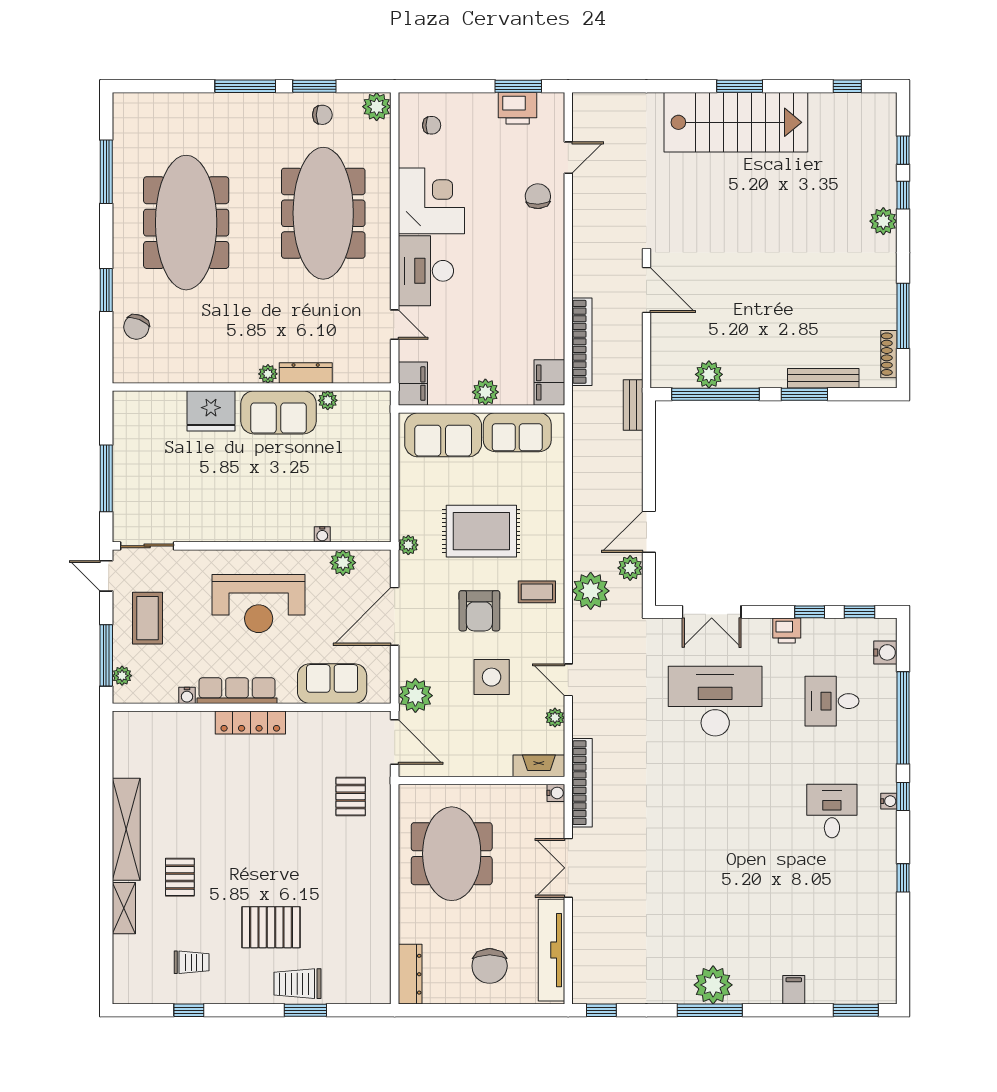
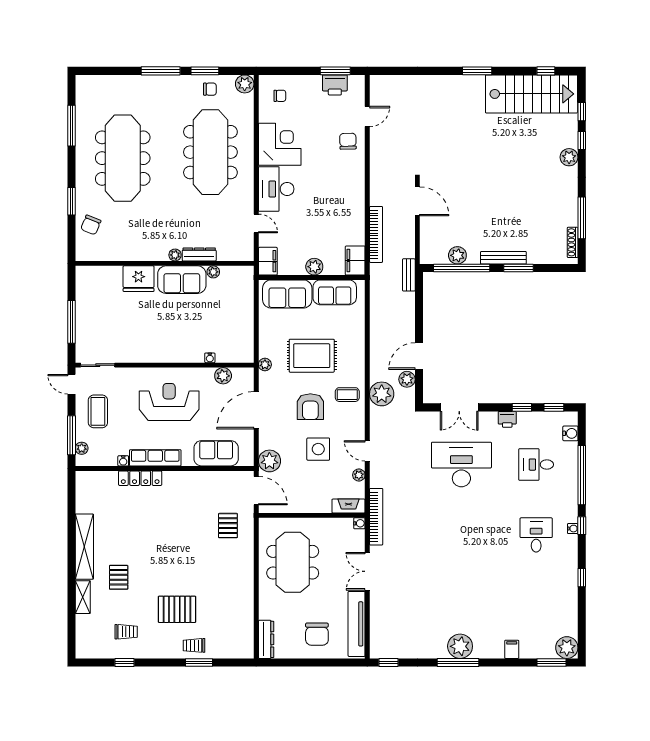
stairs: (736, 122) -> (532, 94), moved
bench: (823, 378) -> (503, 258), moved
reception desk: (259, 604) -> (169, 402), turned 180
locker: (250, 722) -> (140, 478), moved
trolley: (298, 984) -> (194, 645), width x0.73, depth x0.72
plant: (880, 987) -> (567, 648), added

